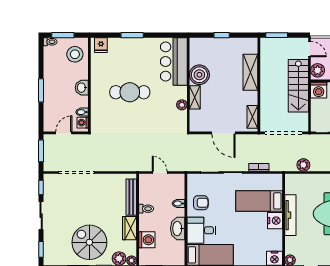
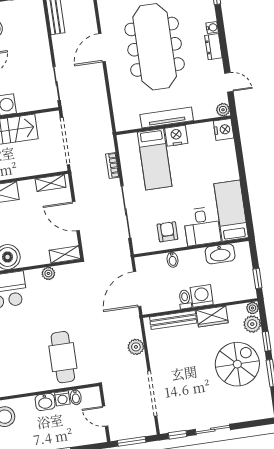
cafe table: (130, 92) -> (63, 357), moved
shelving: (195, 97) -> (65, 255), moved
washing machine: (83, 123) -> (62, 398), moved
door: (223, 133) -> (76, 216), swing flipped
plant: (303, 165) -> (136, 347), moved
door: (160, 172) -> (137, 289), width x1.87
washbasin: (178, 229) -> (220, 254), moved
washing machine: (147, 240) -> (202, 296), moved
spiral stairs: (89, 242) -> (237, 364), turned 180
window: (41, 249) -> (255, 423), removed

